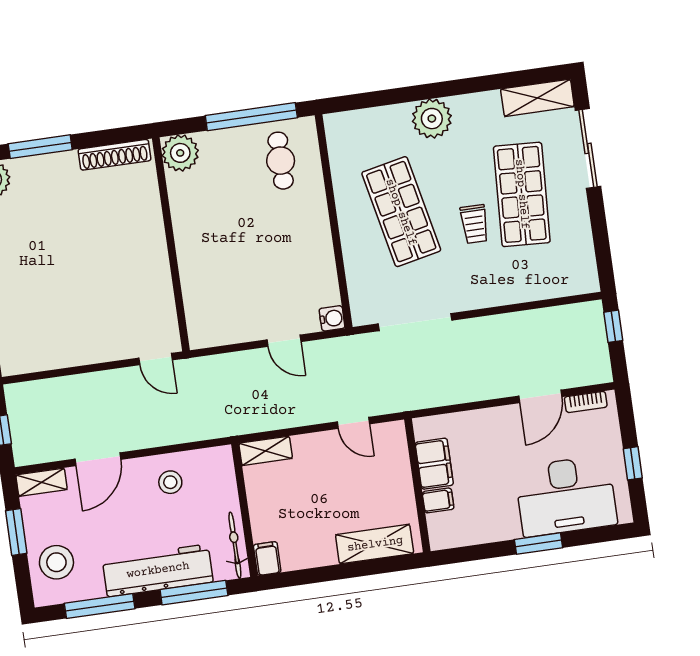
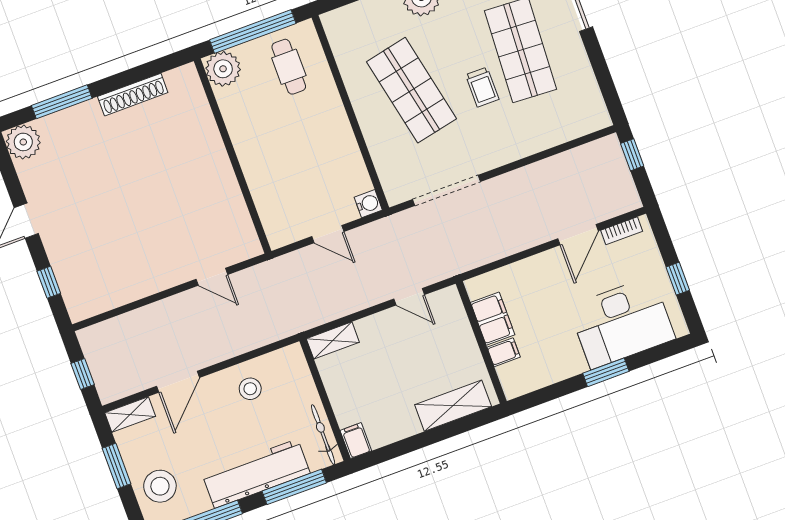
plant: (180, 153) -> (223, 69), moved
wall: (171, 244) -> (233, 156), moved

